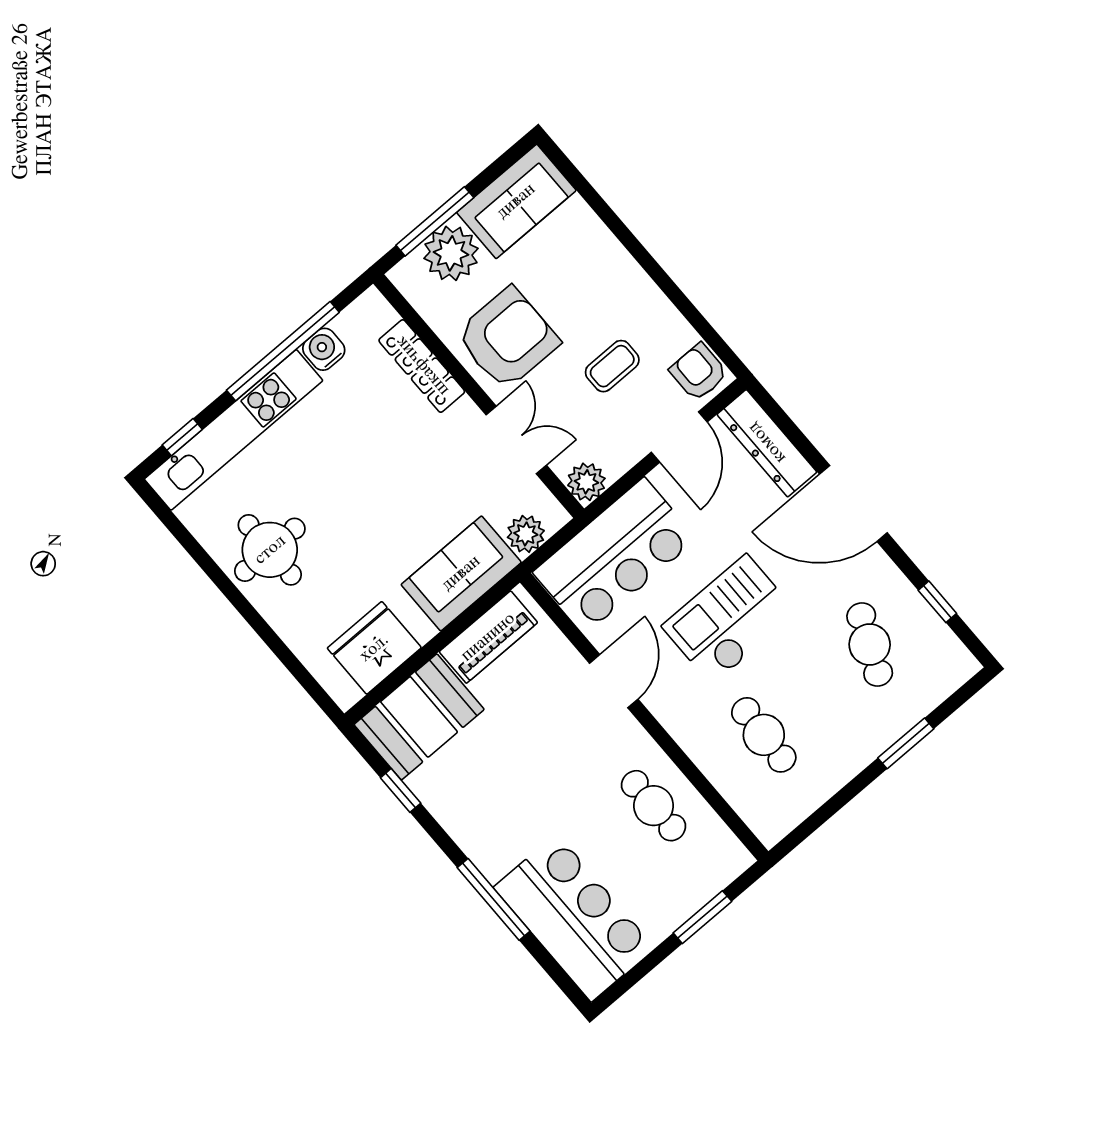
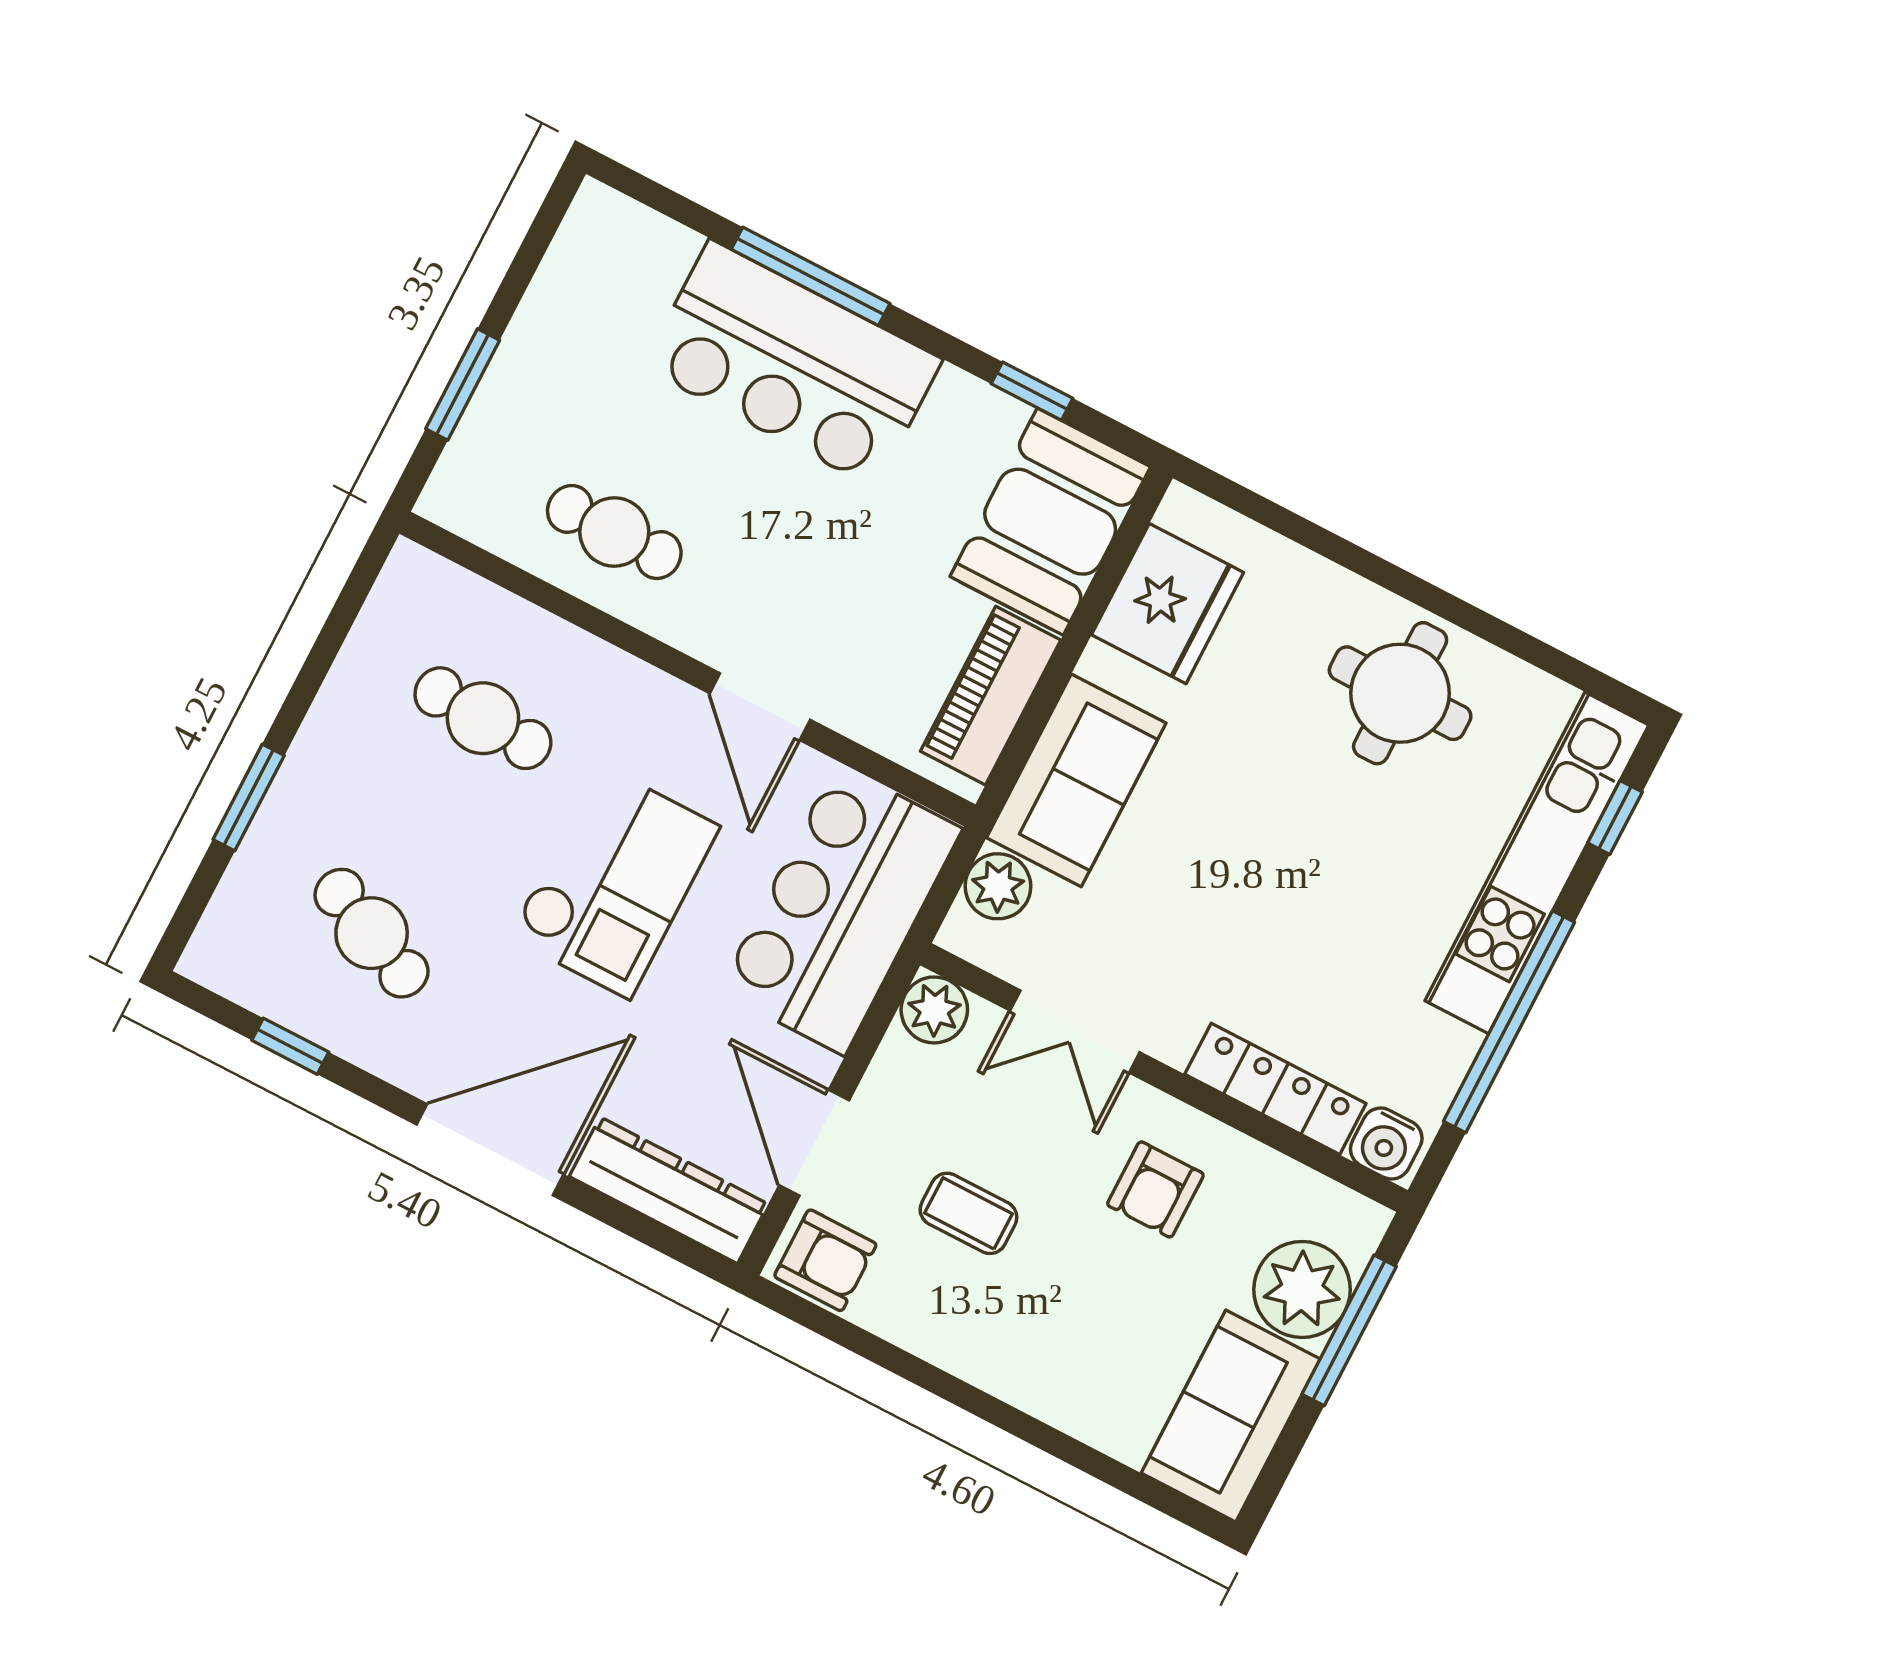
armchair: (507, 338) -> (1155, 1189), width x0.53, depth x0.53
water cooler: (324, 349) -> (1386, 1144), moved, turned 90
coffee table: (612, 366) -> (968, 1213), turned 90
bar counter: (574, 918) -> (793, 364), moved

